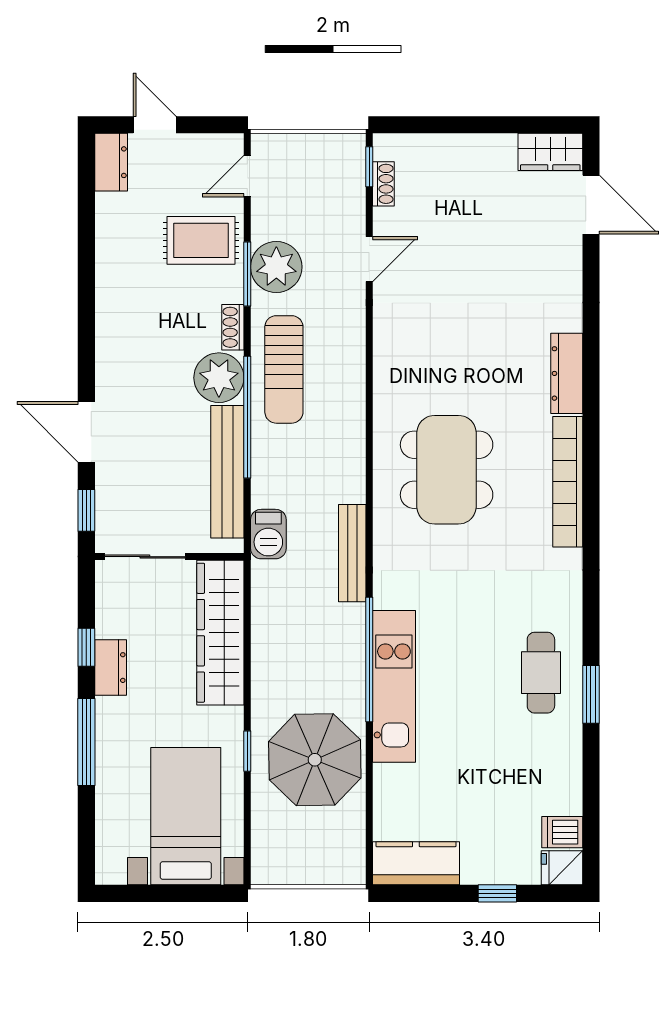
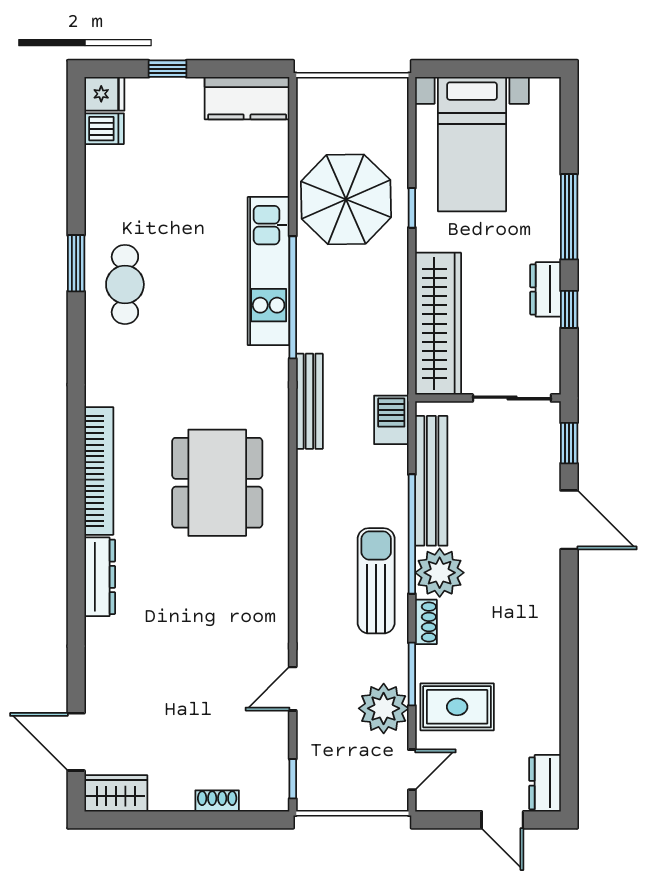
shoe rack: (383, 184) -> (217, 801), moved, turned 90
plant: (276, 267) -> (384, 708), moved

